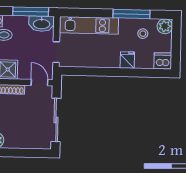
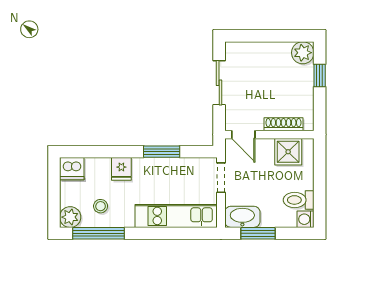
window: (31, 12) -> (258, 233), width x0.69
window: (131, 14) -> (98, 233), moved
window: (98, 72) -> (162, 152), added
sliding door: (56, 120) -> (219, 83), width x0.73

